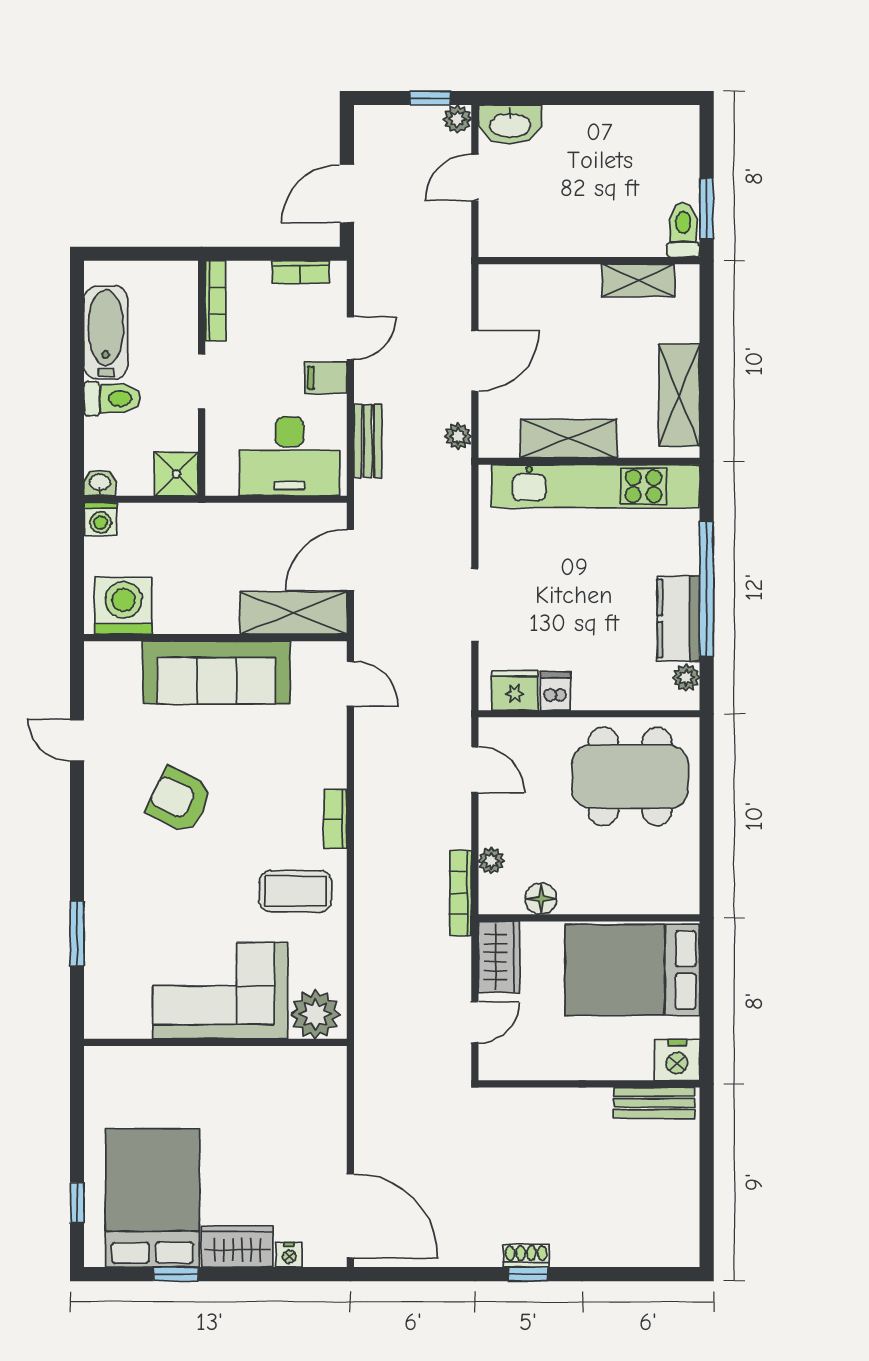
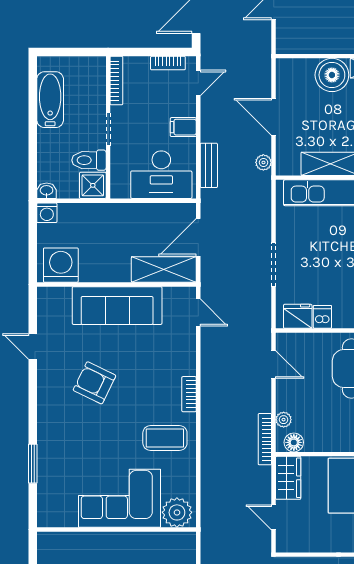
boiler: (571, 292) -> (332, 75), added
door: (350, 338) -> (198, 83), moved
door: (475, 361) -> (274, 117), swing flipped
toilet: (112, 399) -> (89, 160), moved, turned 180
floor lamp: (541, 899) -> (294, 442), moved
door: (475, 1022) -> (274, 517), swing flipped

